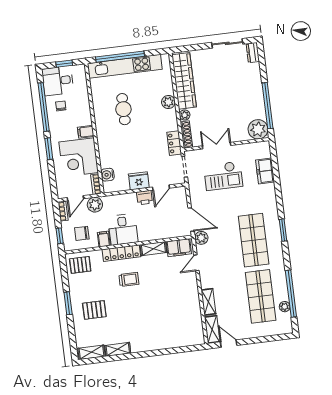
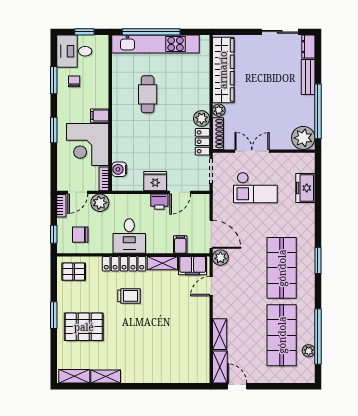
bench: (256, 78) -> (308, 77), added
plant: (168, 102) -> (202, 118), moved
window: (44, 107) -> (54, 80), width x0.47
filing cabinet: (104, 239) -> (180, 245), moved
pallet: (94, 310) -> (84, 327), width x1.50, depth x1.42

